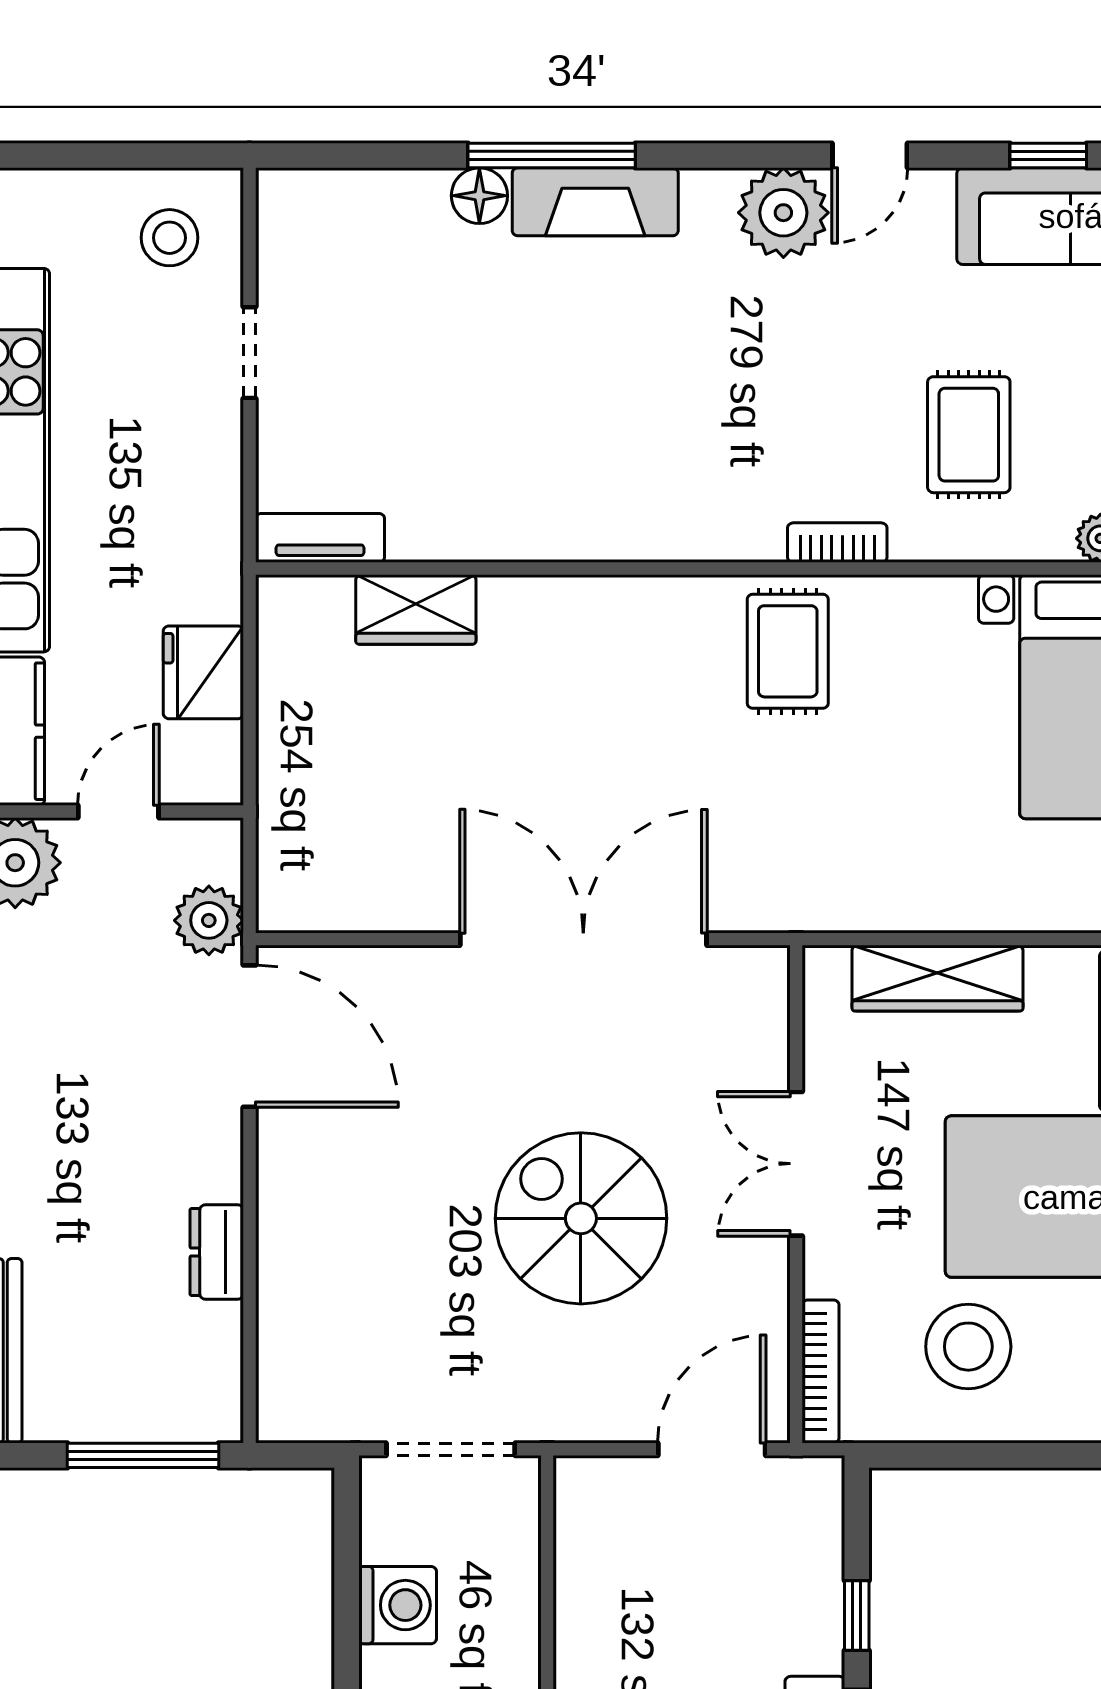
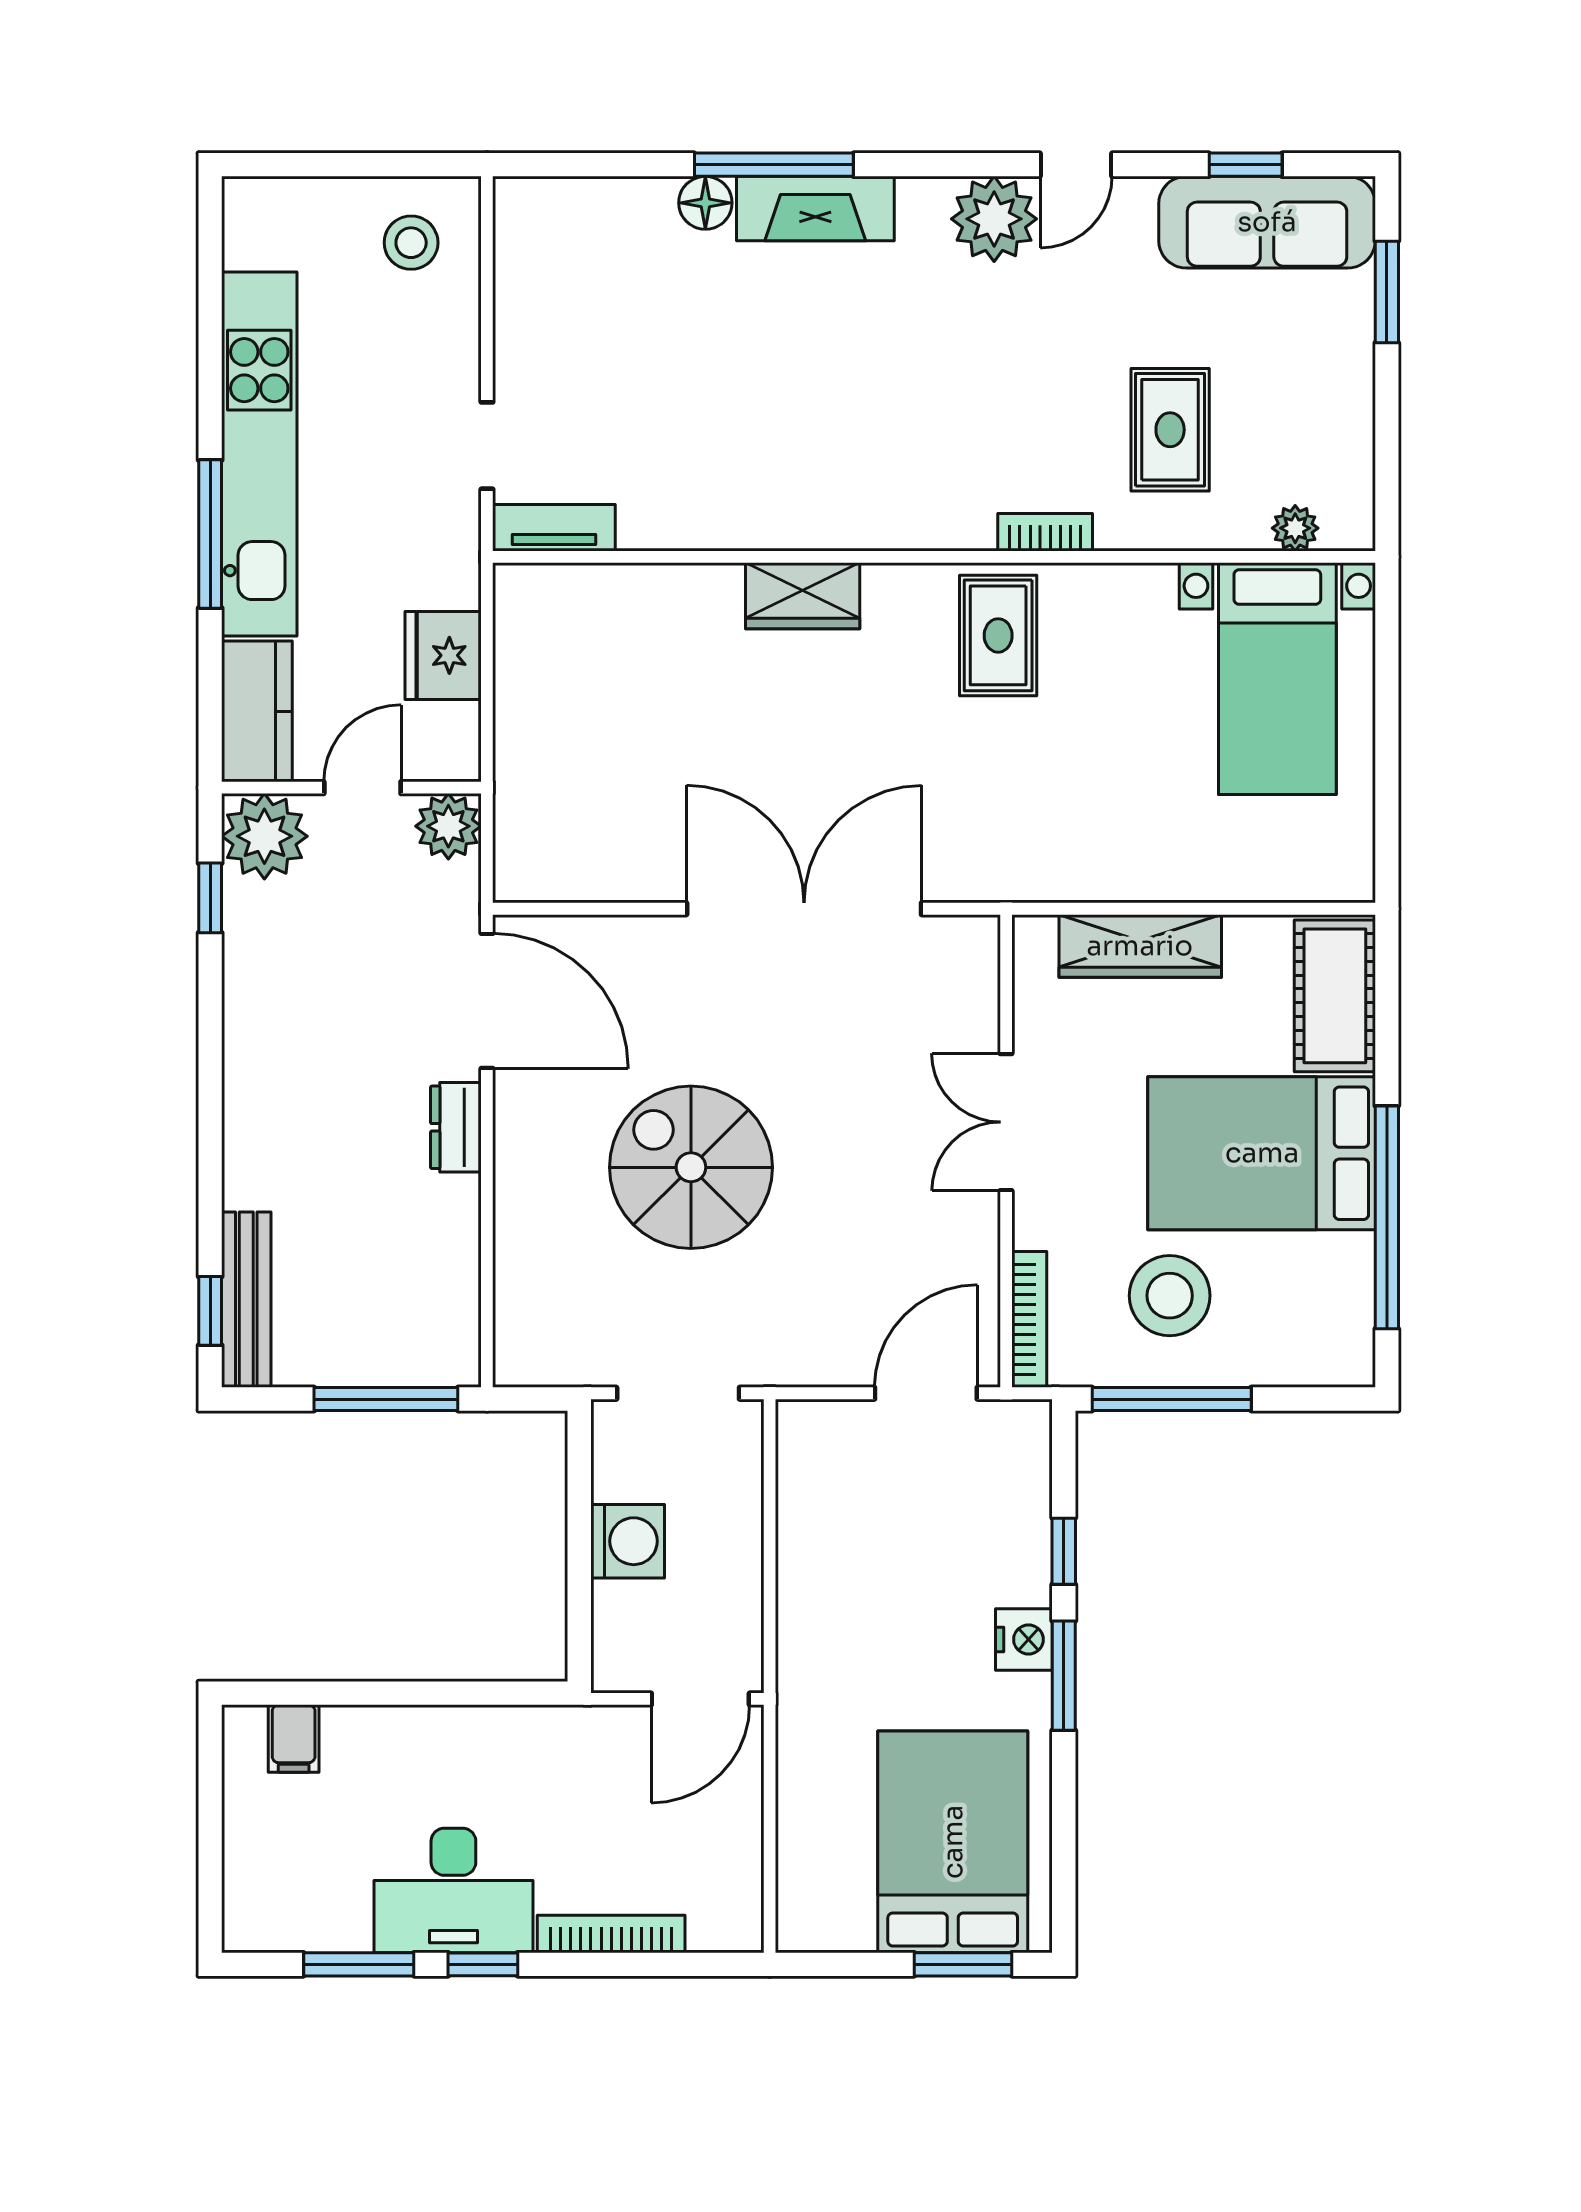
doorway: (249, 353) -> (487, 446), moved
wardrobe: (416, 609) -> (803, 596), moved
plant: (209, 920) -> (448, 826), moved
spiral stairs: (581, 1218) -> (691, 1167), moved
dresser: (217, 1252) -> (456, 1127), moved
window: (971, 1455) -> (1172, 1399), added

